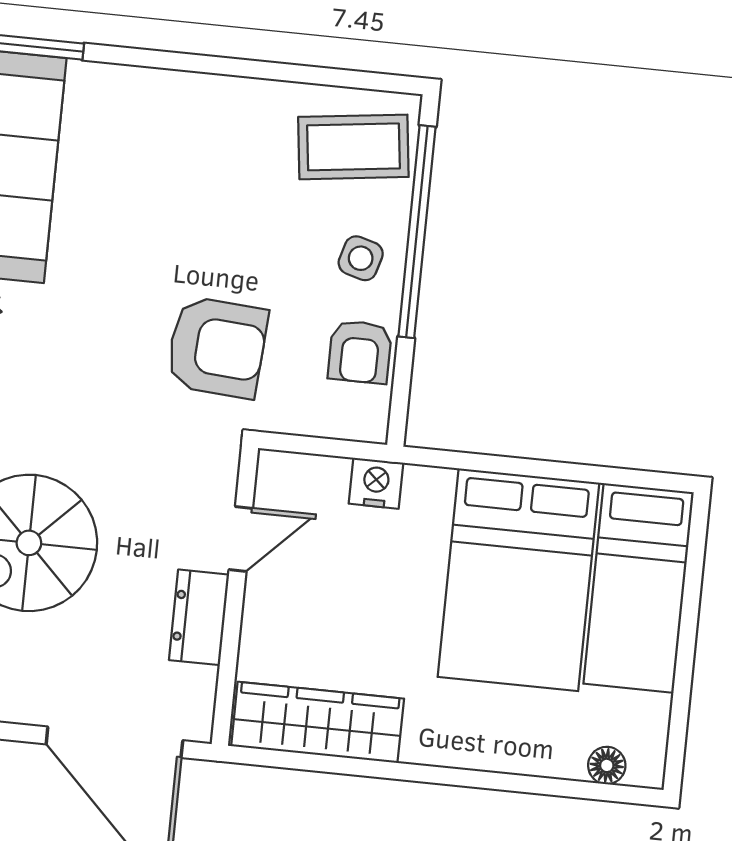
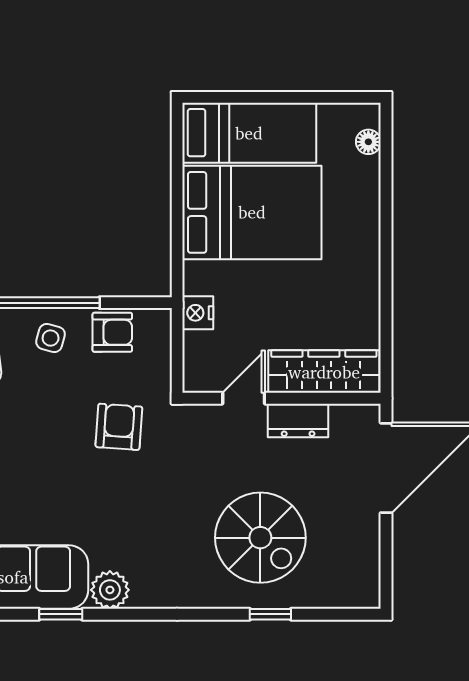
armchair: (217, 347) -> (119, 427), width x0.72, depth x0.72
door: (241, 539) -> (244, 398), hinge flipped
wardrobe: (318, 722) -> (324, 372), moved, turned 90

